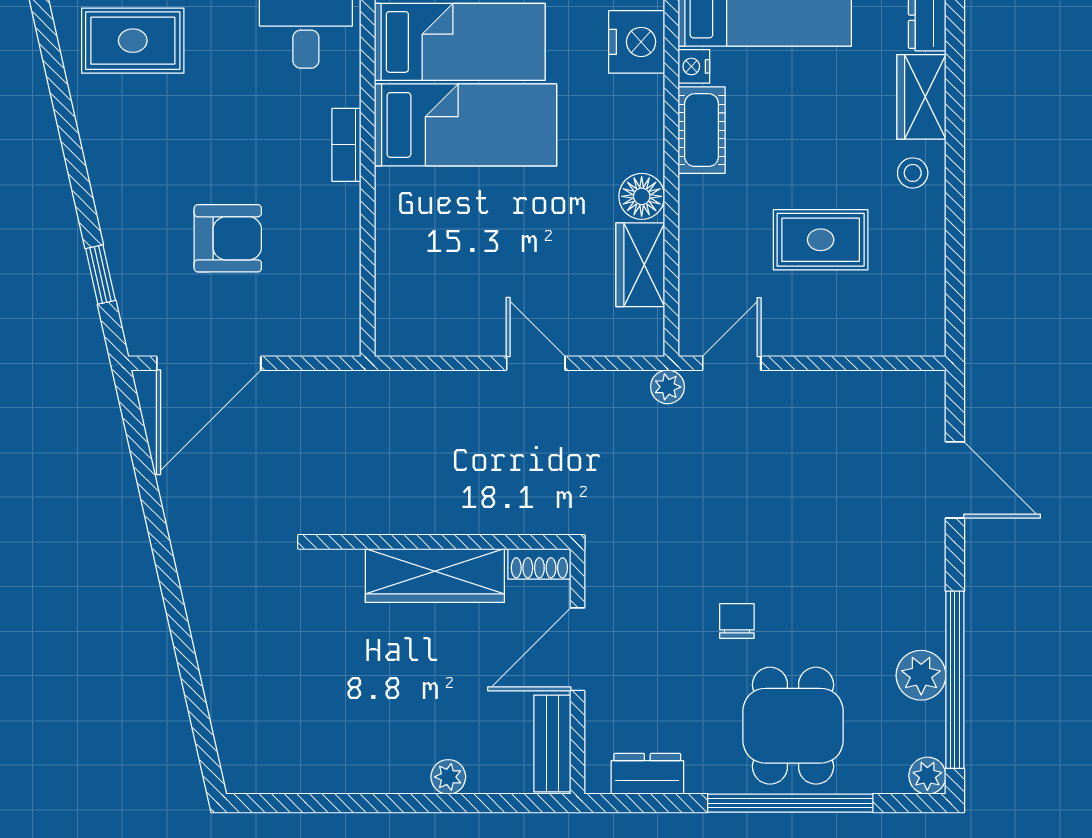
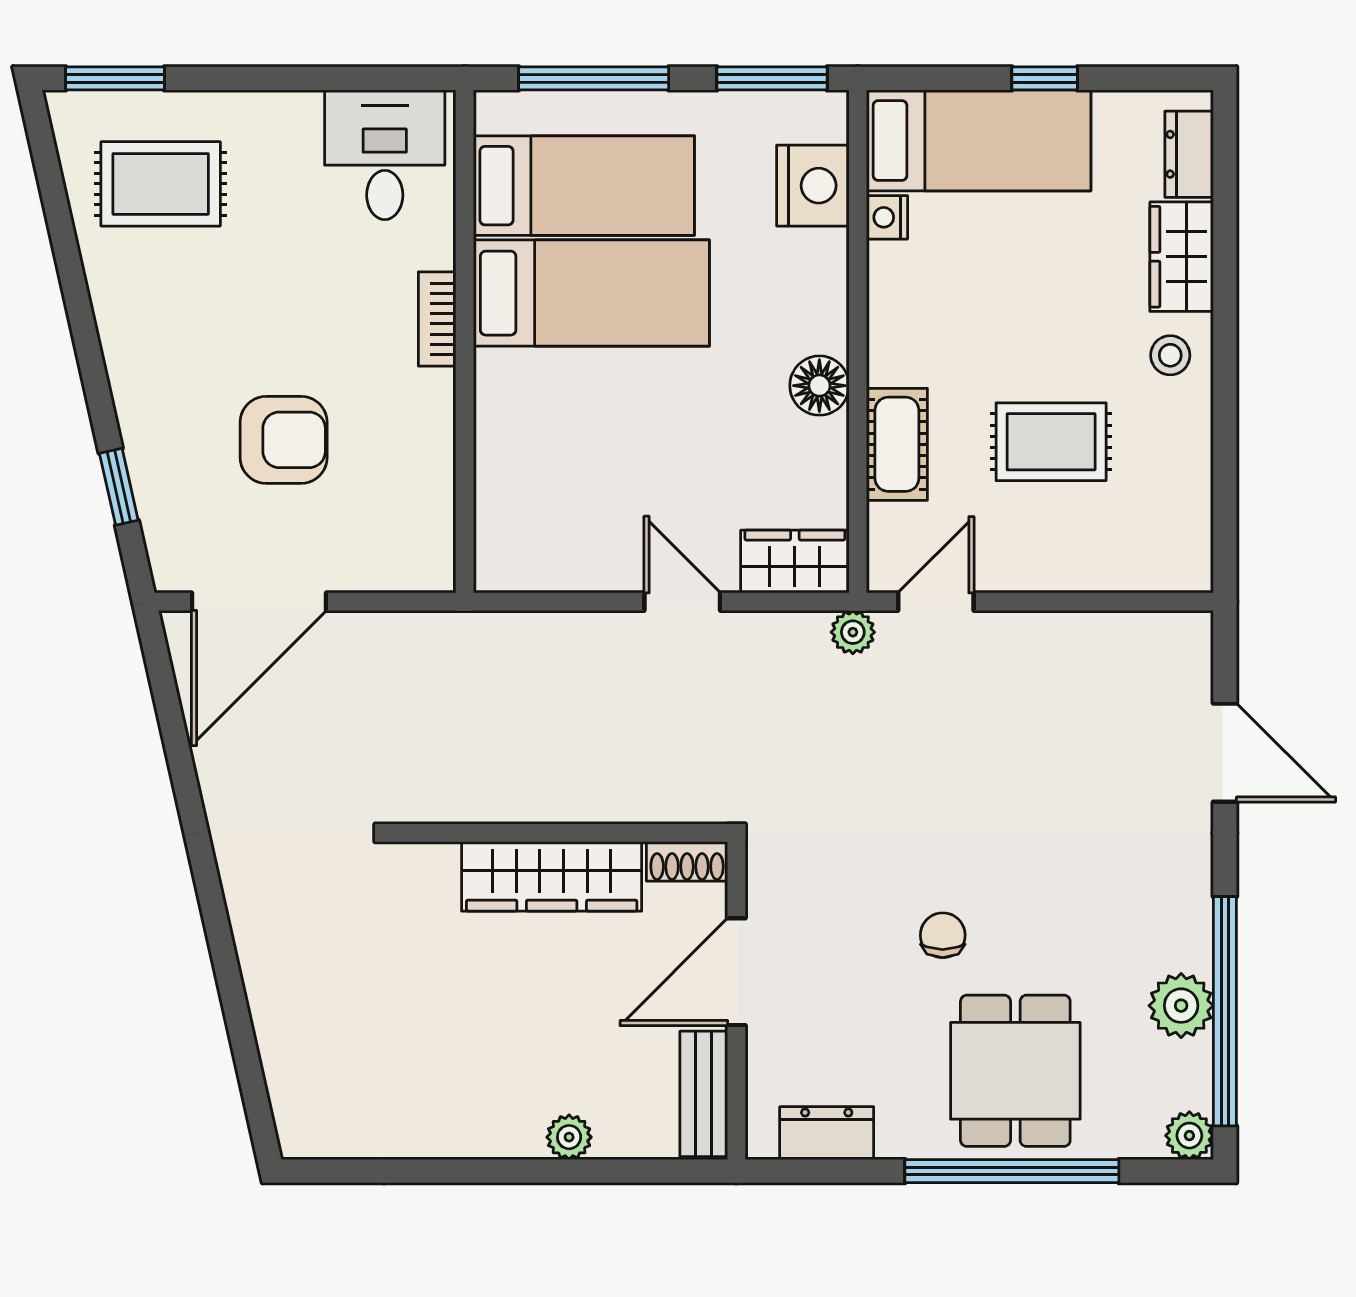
cot: (702, 130) -> (897, 444), moved
wardrobe: (640, 265) -> (795, 561), moved, turned 90

